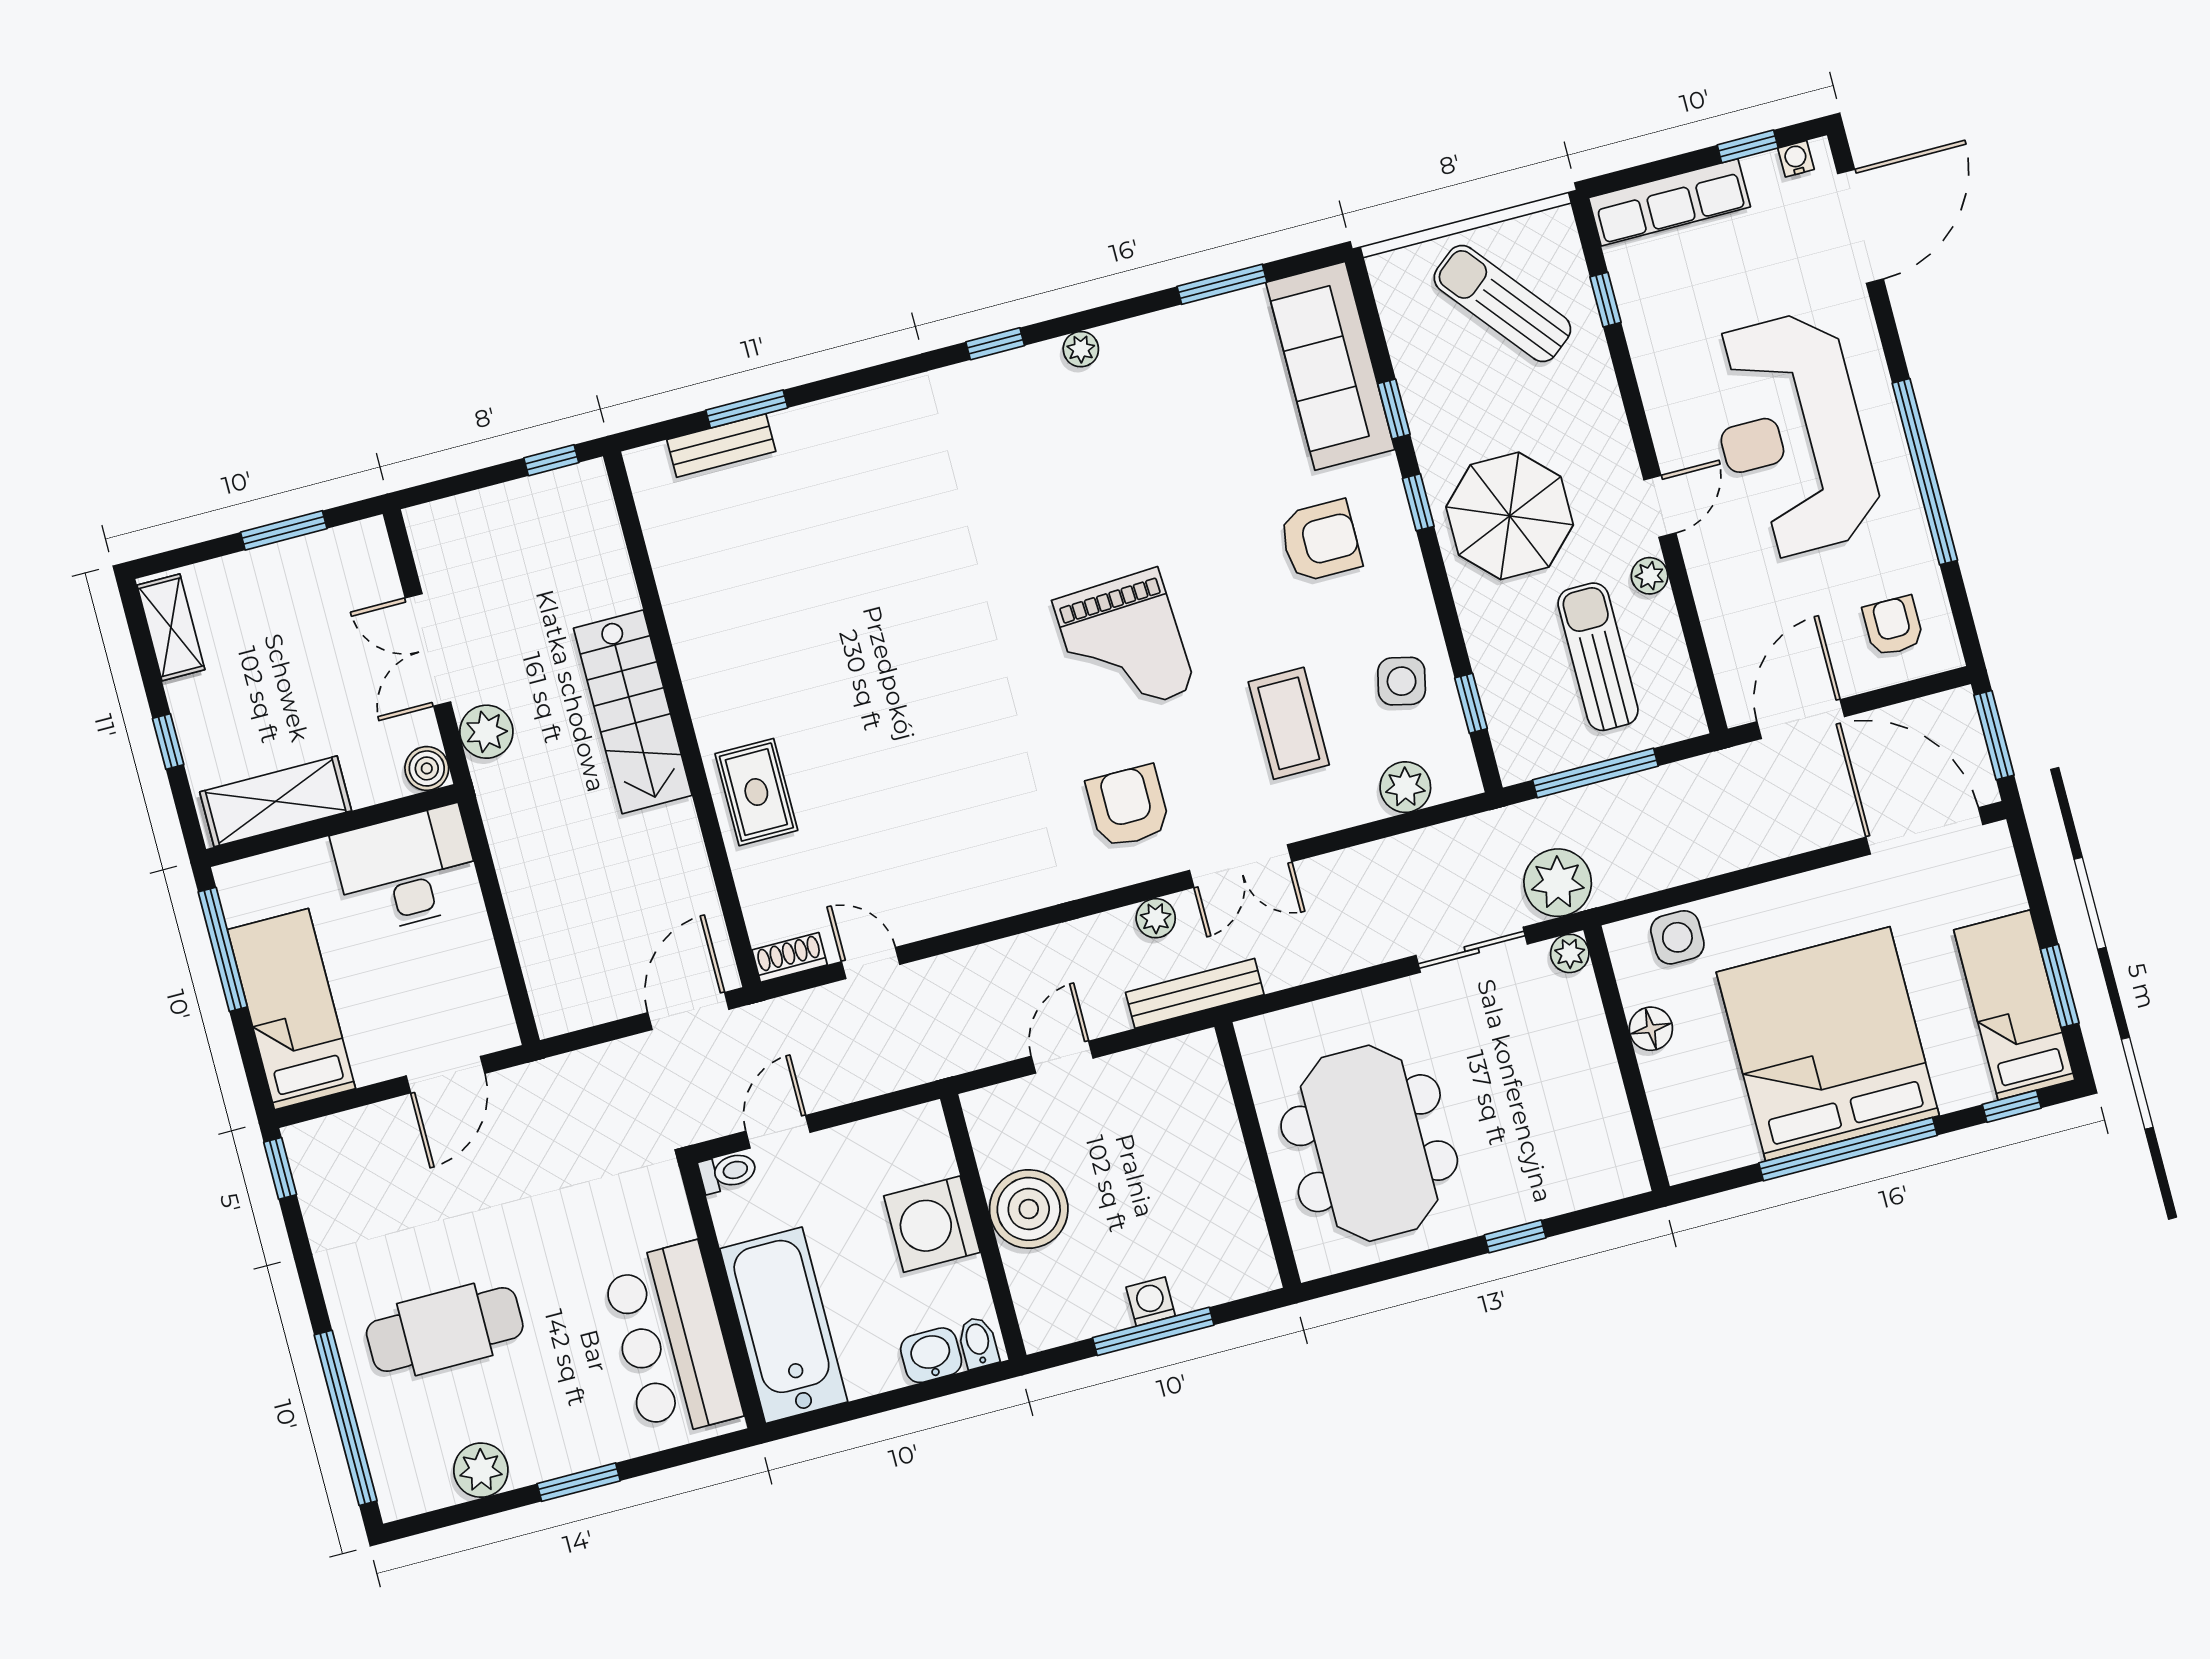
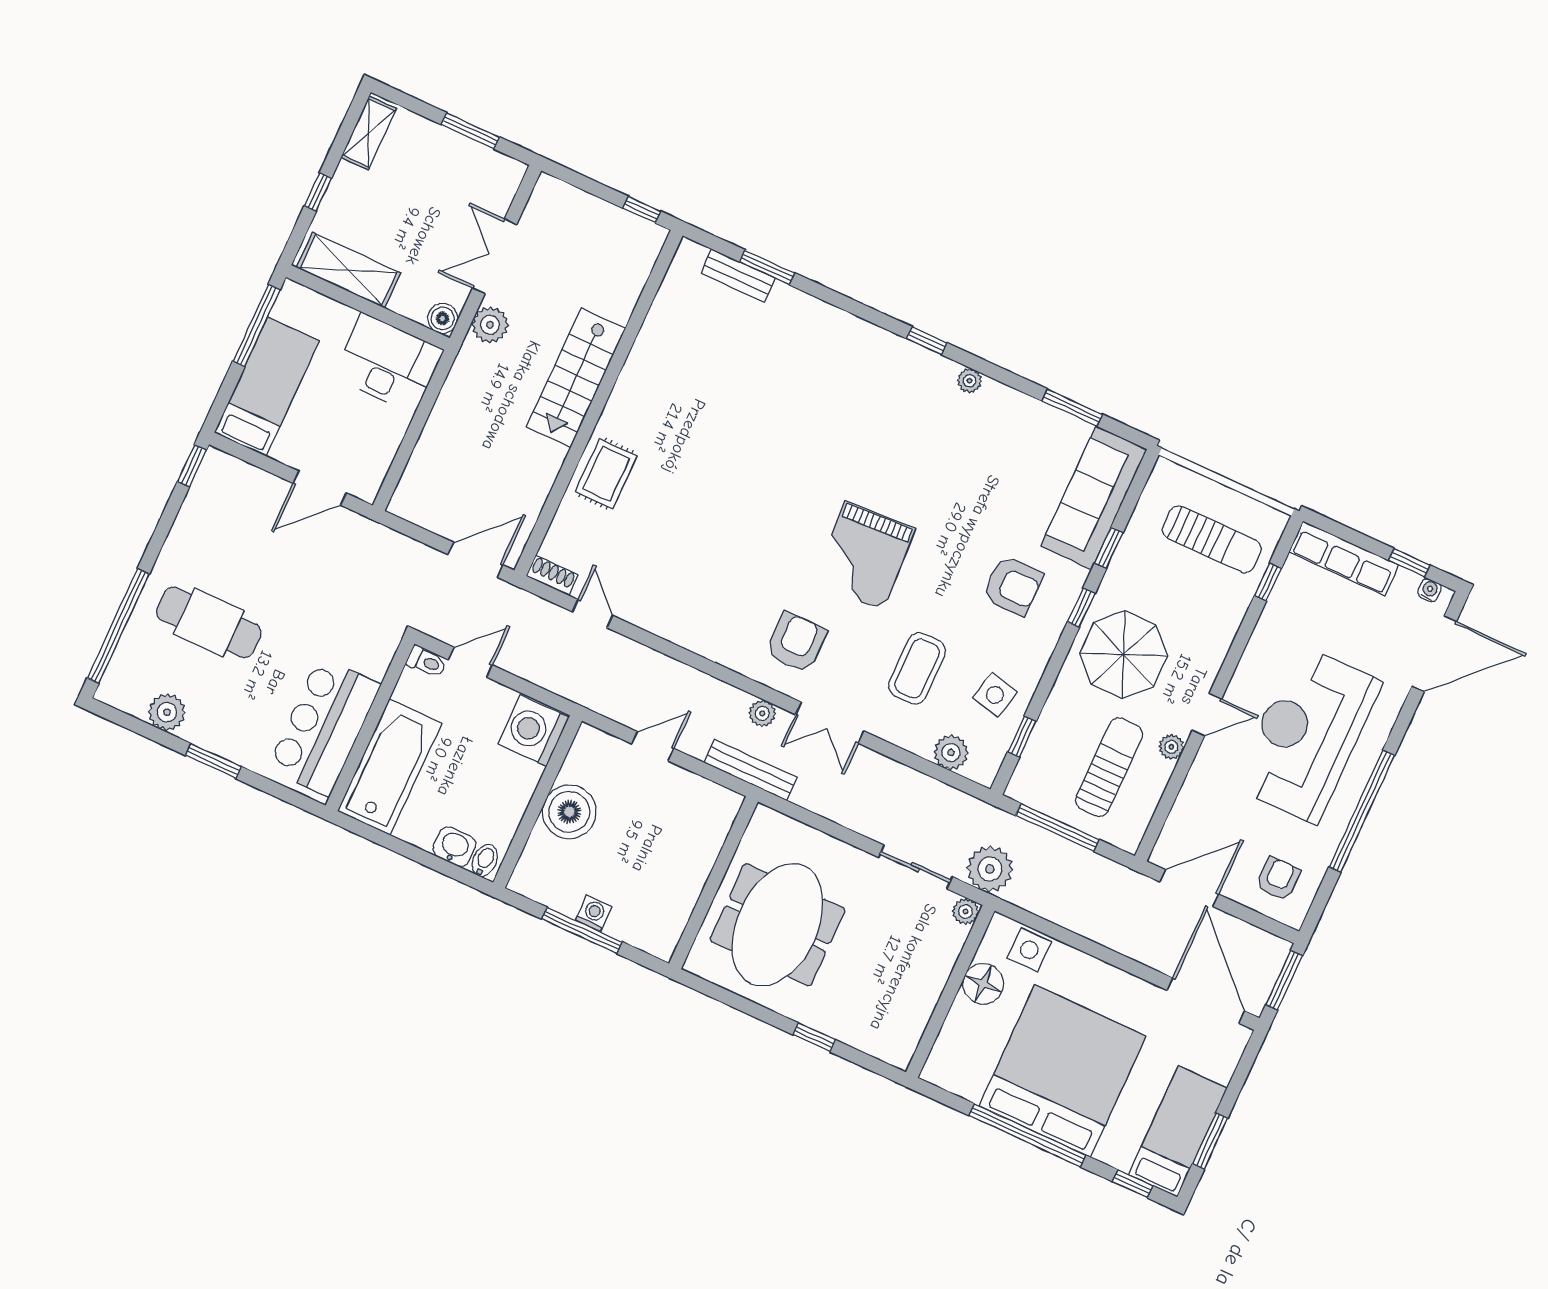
sun lounger: (1502, 304) -> (1212, 539), turned 129
floor lamp: (1651, 1029) -> (983, 984), width x1.38, depth x1.38
washing machine: (932, 1224) -> (533, 731), moved

